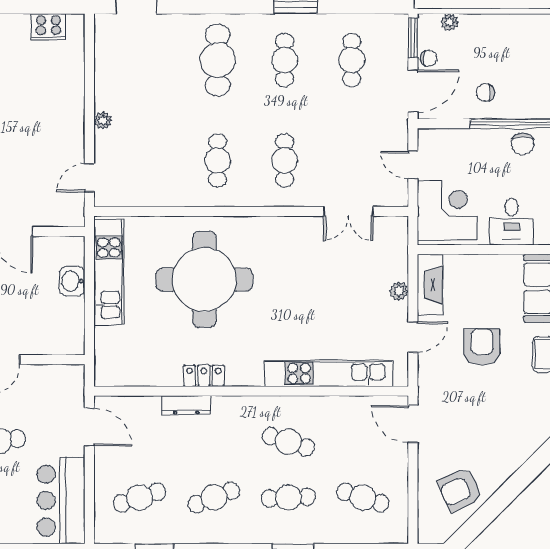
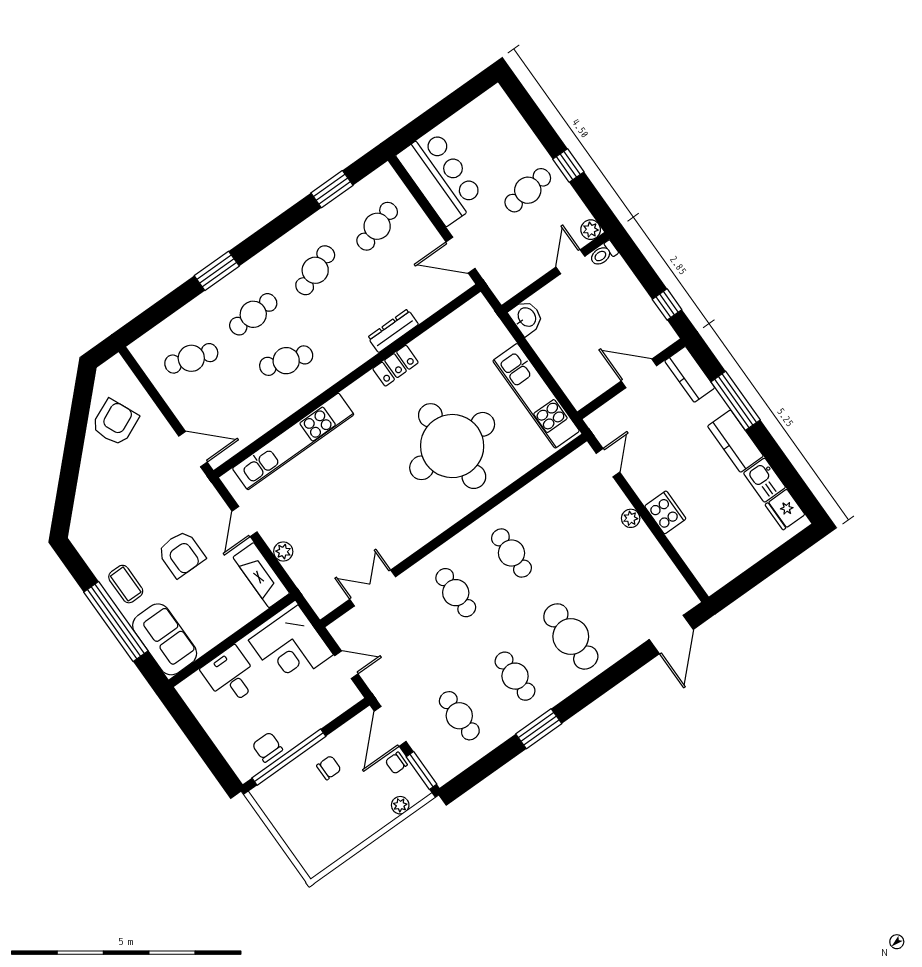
cooker: (48, 27) -> (665, 512), moved, turned 90
washbasin: (72, 281) -> (526, 317), moved

